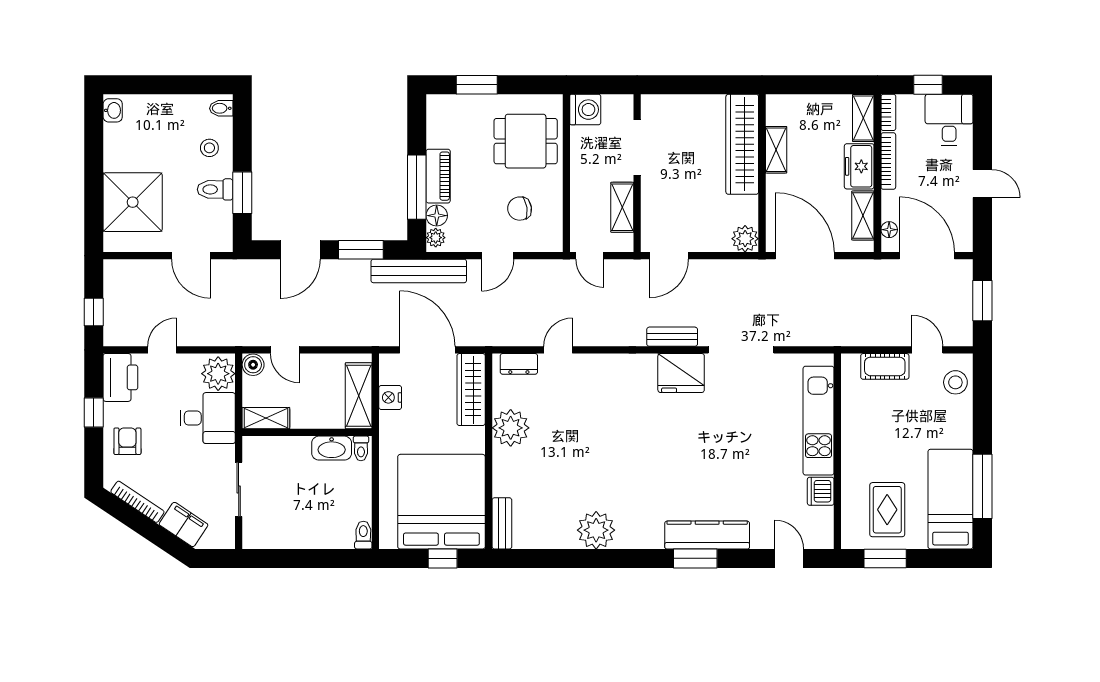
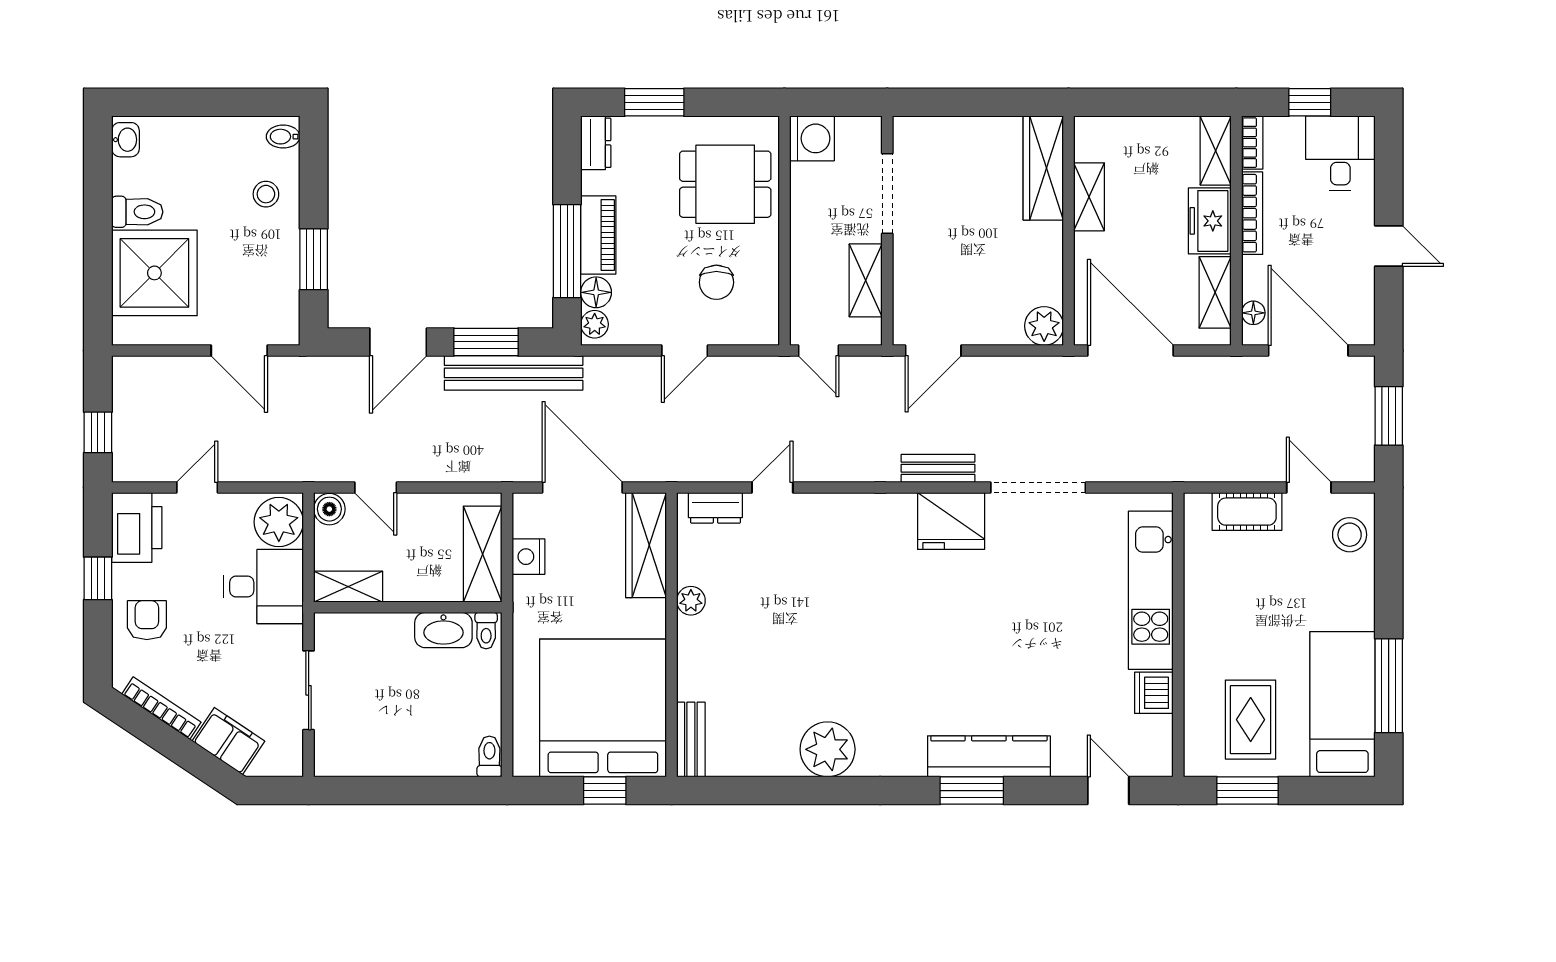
dresser: (436, 113) -> (596, 143), added
wardrobe: (742, 144) -> (1043, 168), width x0.71, depth x0.85
toilet: (215, 189) -> (137, 212), moved, turned 180
chair: (520, 209) -> (716, 282), turned -82
bench: (419, 271) -> (514, 373), moved
plant: (511, 428) -> (691, 601), width x0.53, depth x0.53

